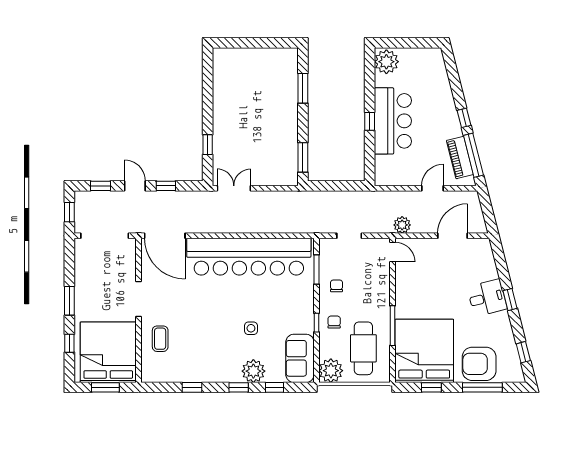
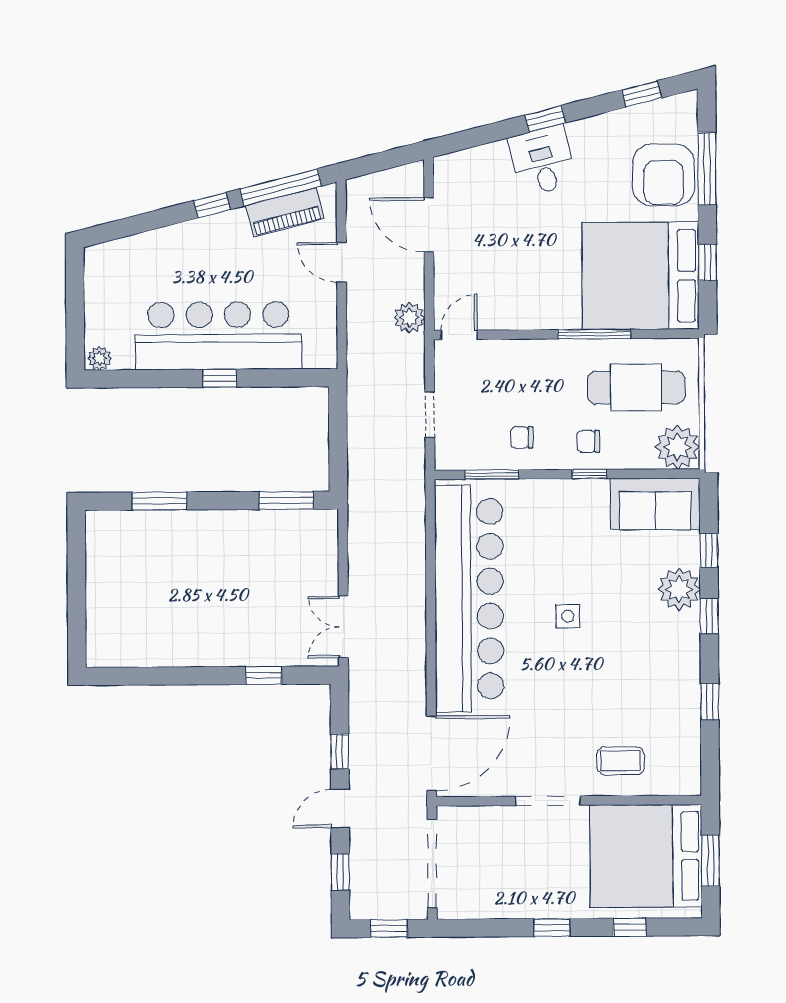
plant: (386, 62) -> (100, 358), width x0.53, depth x0.53
bar counter: (393, 121) -> (218, 336), width x1.36
window: (69, 301) -> (552, 928), width x0.67
side table: (251, 328) -> (568, 616), moved

